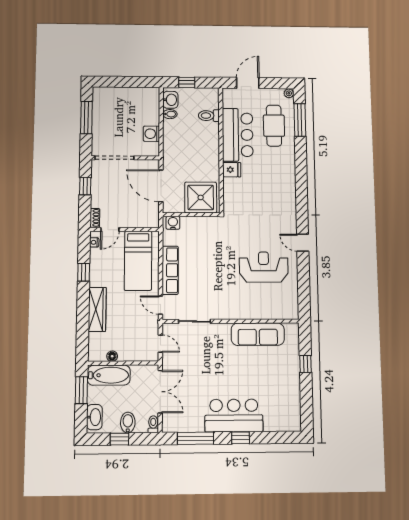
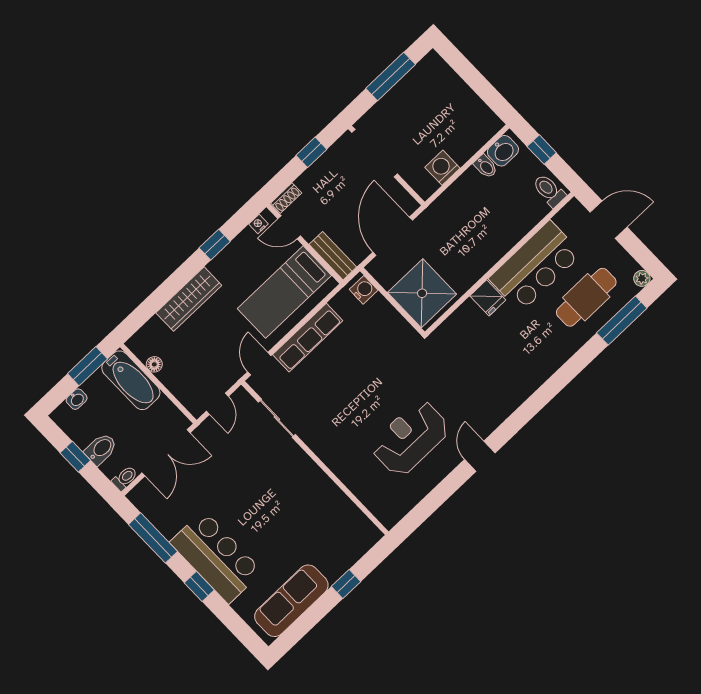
toilet: (209, 116) -> (549, 190), moved
bench: (143, 222) -> (333, 256), added
reception desk: (264, 267) -> (410, 438), turned -90
sofa: (258, 334) -> (291, 601), moved, turned 90
washbasin: (94, 417) -> (77, 399), width x0.52, depth x0.69

